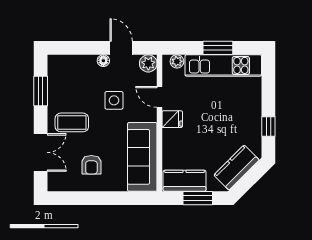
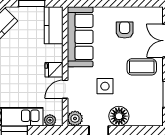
floor lamp: (103, 61) -> (119, 116), width x1.89, depth x1.89
door: (159, 97) -> (65, 89), swing flipped
kitchen counter: (185, 181) -> (54, 25), moved, turned 90

